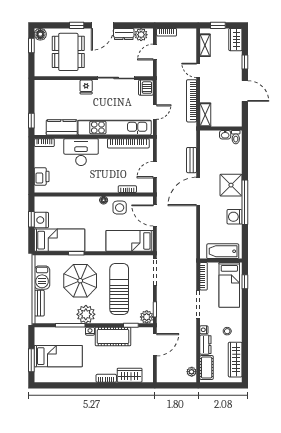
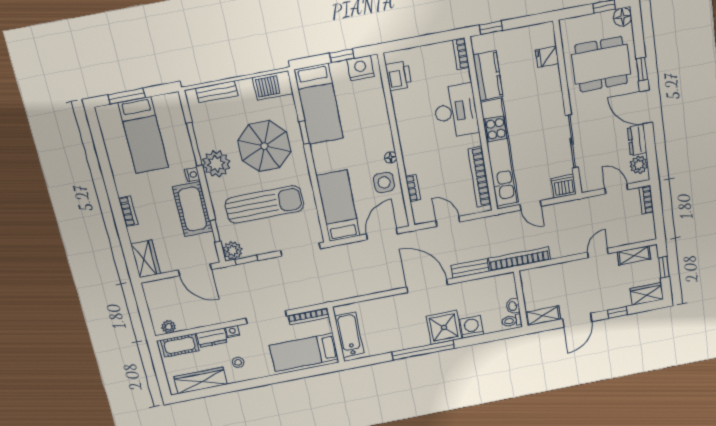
fridge: (86, 87) -> (547, 57), moved
bookcase: (192, 101) -> (519, 259), moved
shelving: (205, 115) -> (543, 316), moved
printer: (42, 176) -> (399, 76), moved, turned -90
washing machine: (235, 217) -> (472, 327), moved
nightstand: (41, 220) -> (360, 68), moved
barbecue: (42, 278) -> (273, 85), moved
window: (245, 282) -> (313, 372), removed
wardrobe: (130, 375) -> (146, 259), moved

